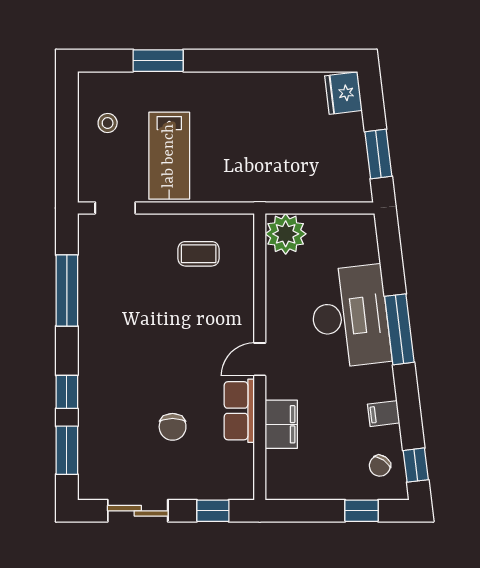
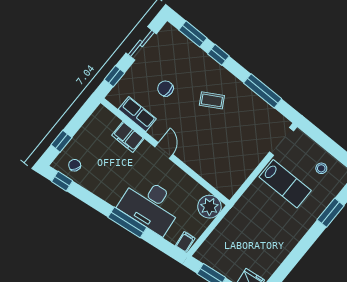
lab bench: (169, 156) -> (285, 184), turned 180
doorway: (115, 208) -> (281, 141), width x1.38
coffee table: (199, 254) -> (212, 100), moved, turned 60
row of seats: (239, 411) -> (137, 114), moved
filing cabinet: (384, 414) -> (185, 242), moved

